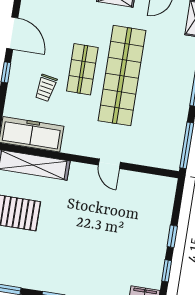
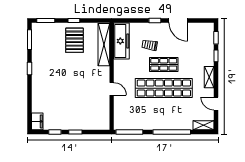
door: (12, 33) -> (178, 21), hinge flipped
door: (109, 164) -> (112, 89), swing flipped

